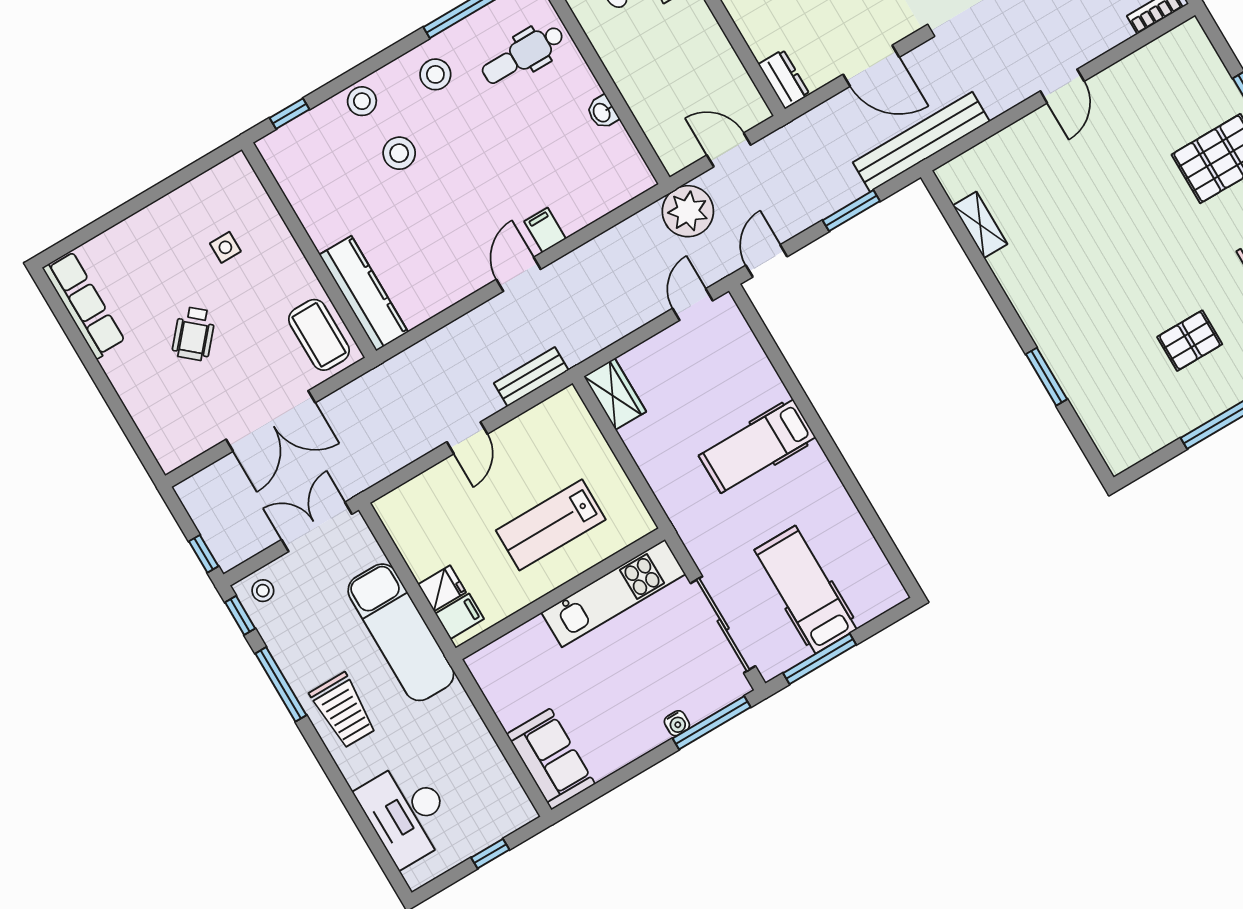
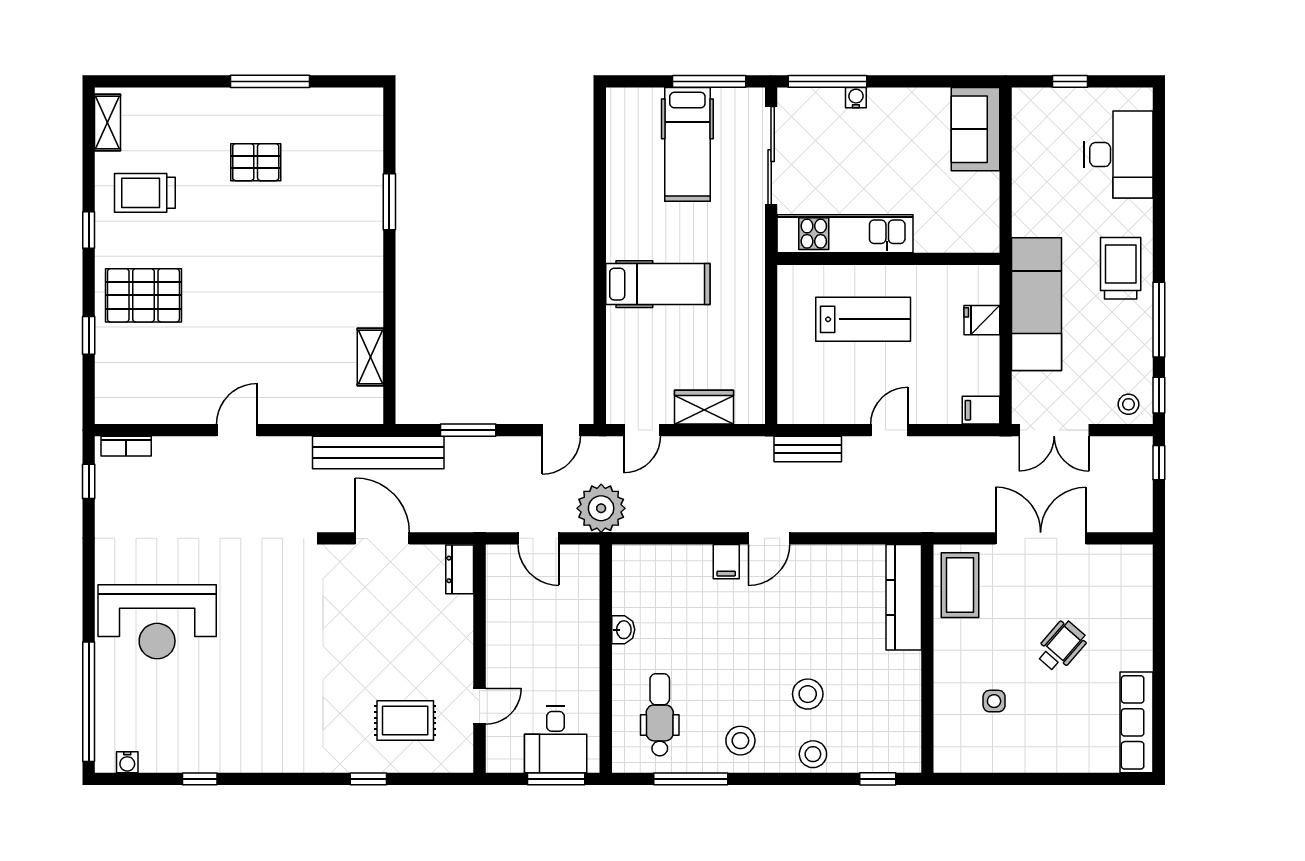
dental chair: (523, 54) -> (660, 715), turned -90
wardrobe: (615, 394) -> (704, 407), moved, turned 90
filing cabinet: (460, 616) -> (981, 410), moved

